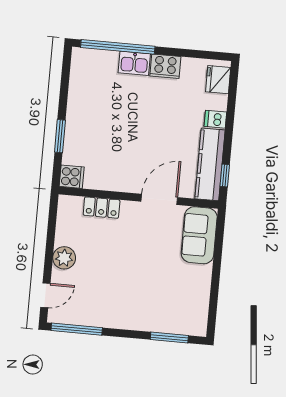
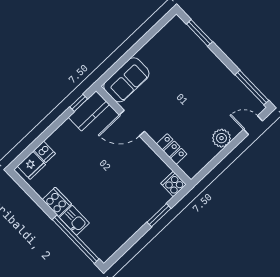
dishwasher: (215, 119) -> (45, 152), moved
kitchen counter: (210, 164) -> (89, 111), width x0.67

